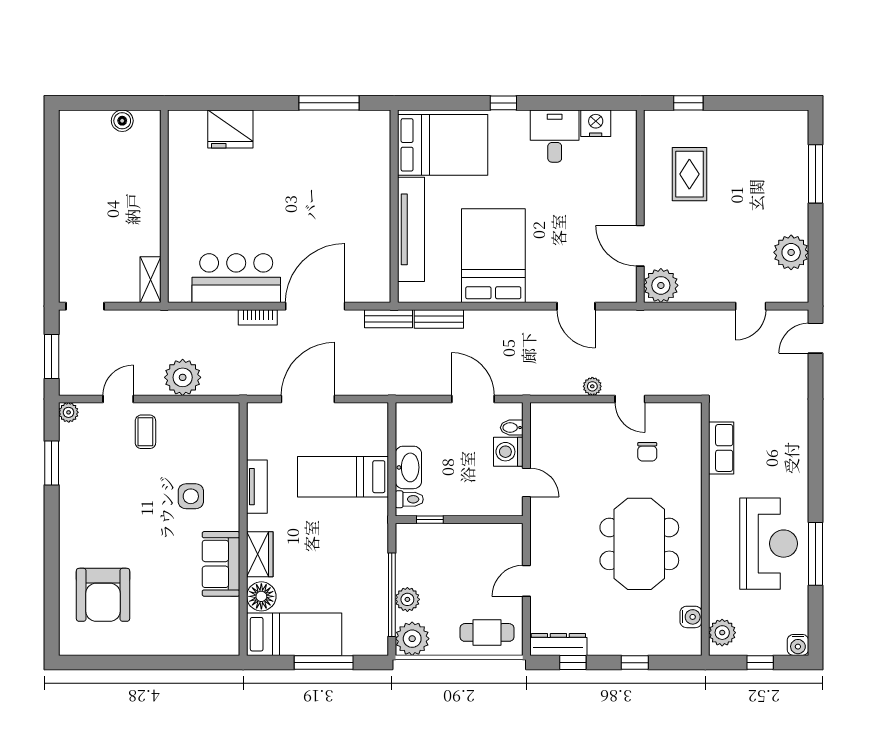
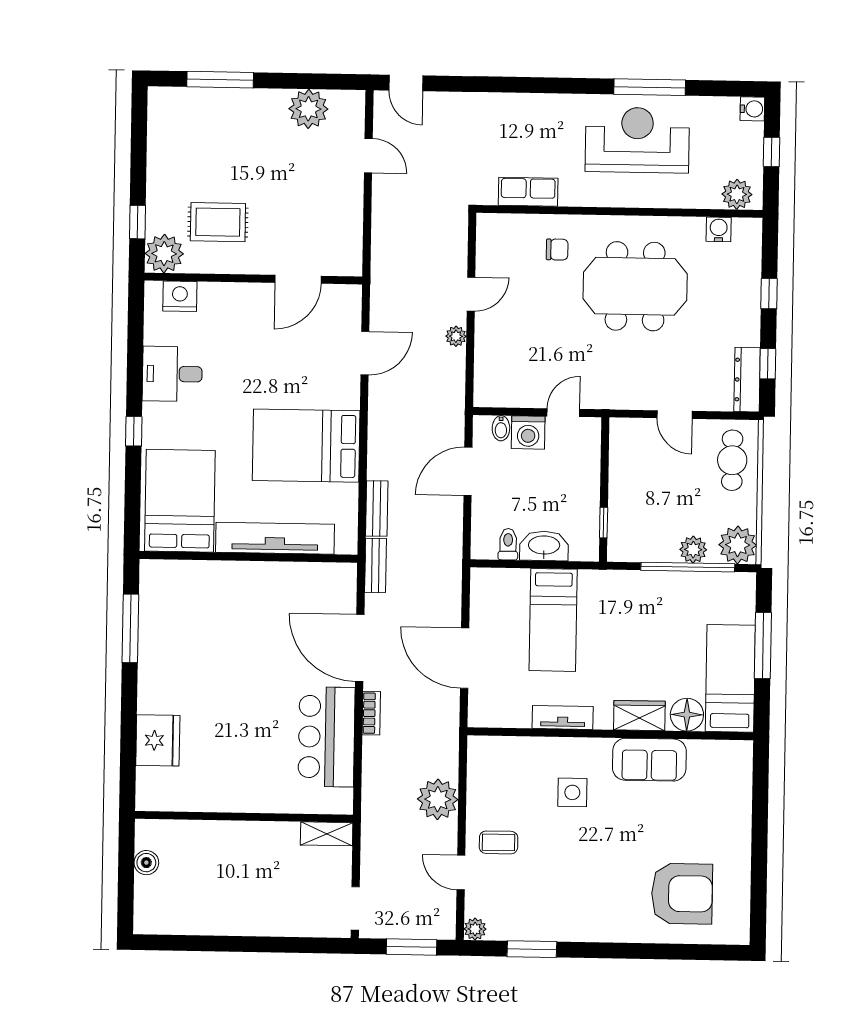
nightstand: (596, 123) -> (180, 296), moved, turned 90
plant: (661, 285) -> (164, 254), moved
chair: (647, 452) -> (557, 250), moved
toilet: (409, 499) -> (508, 544), moved

